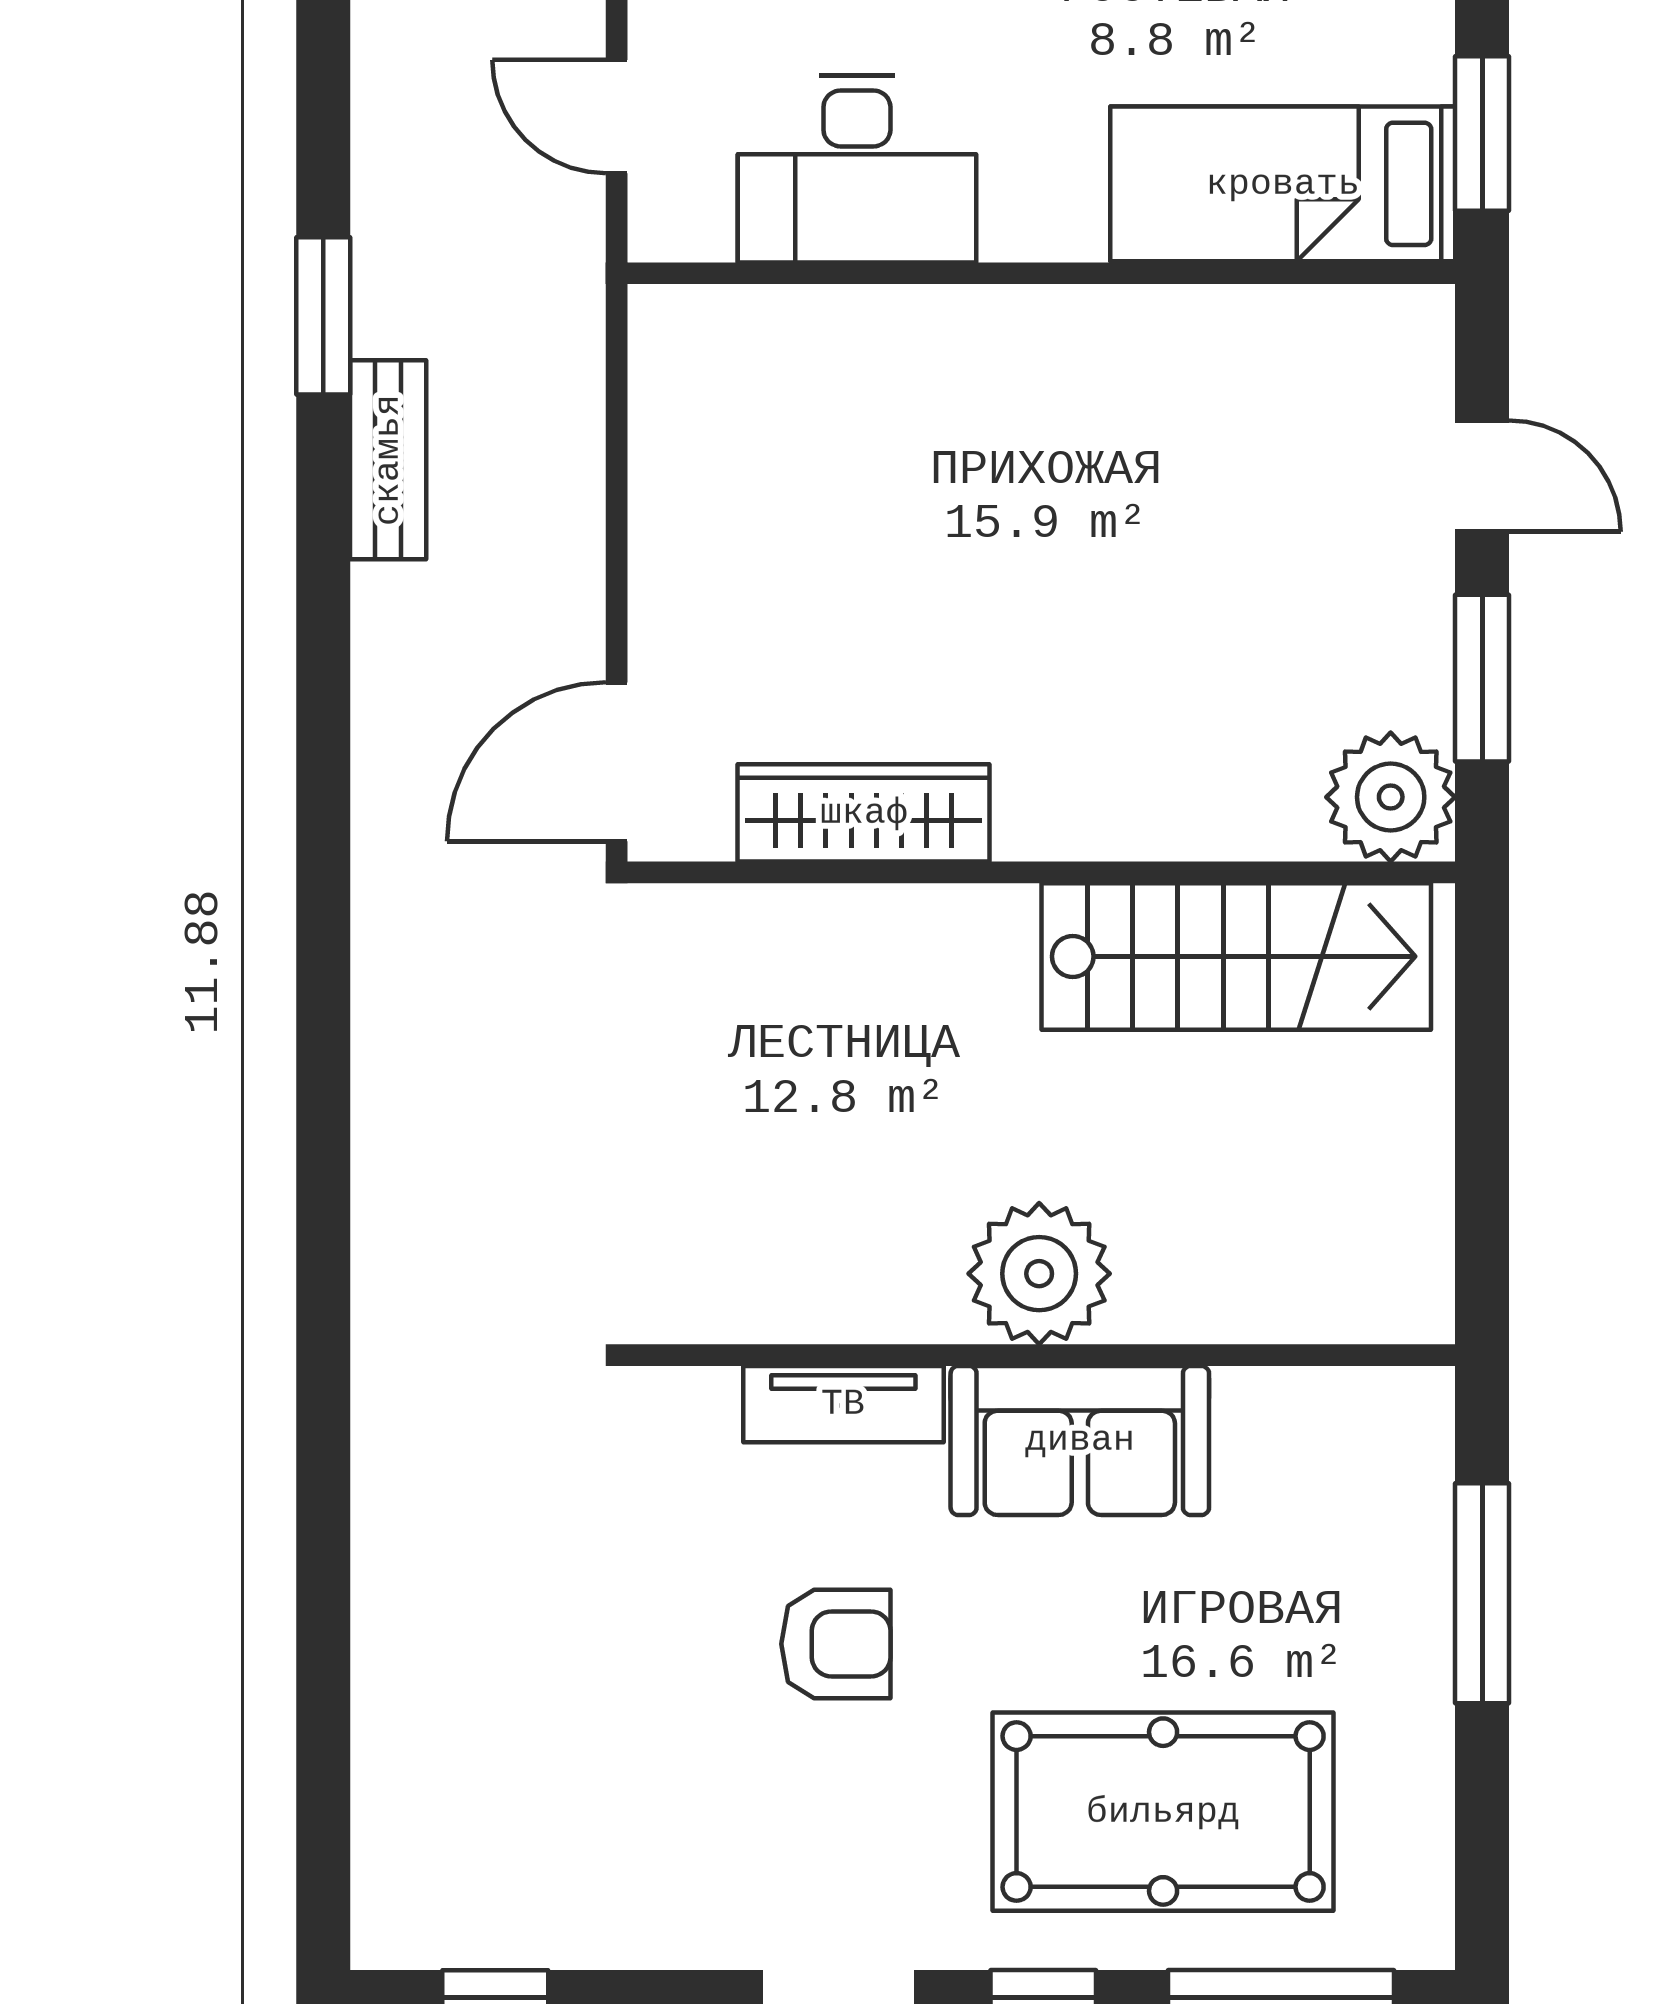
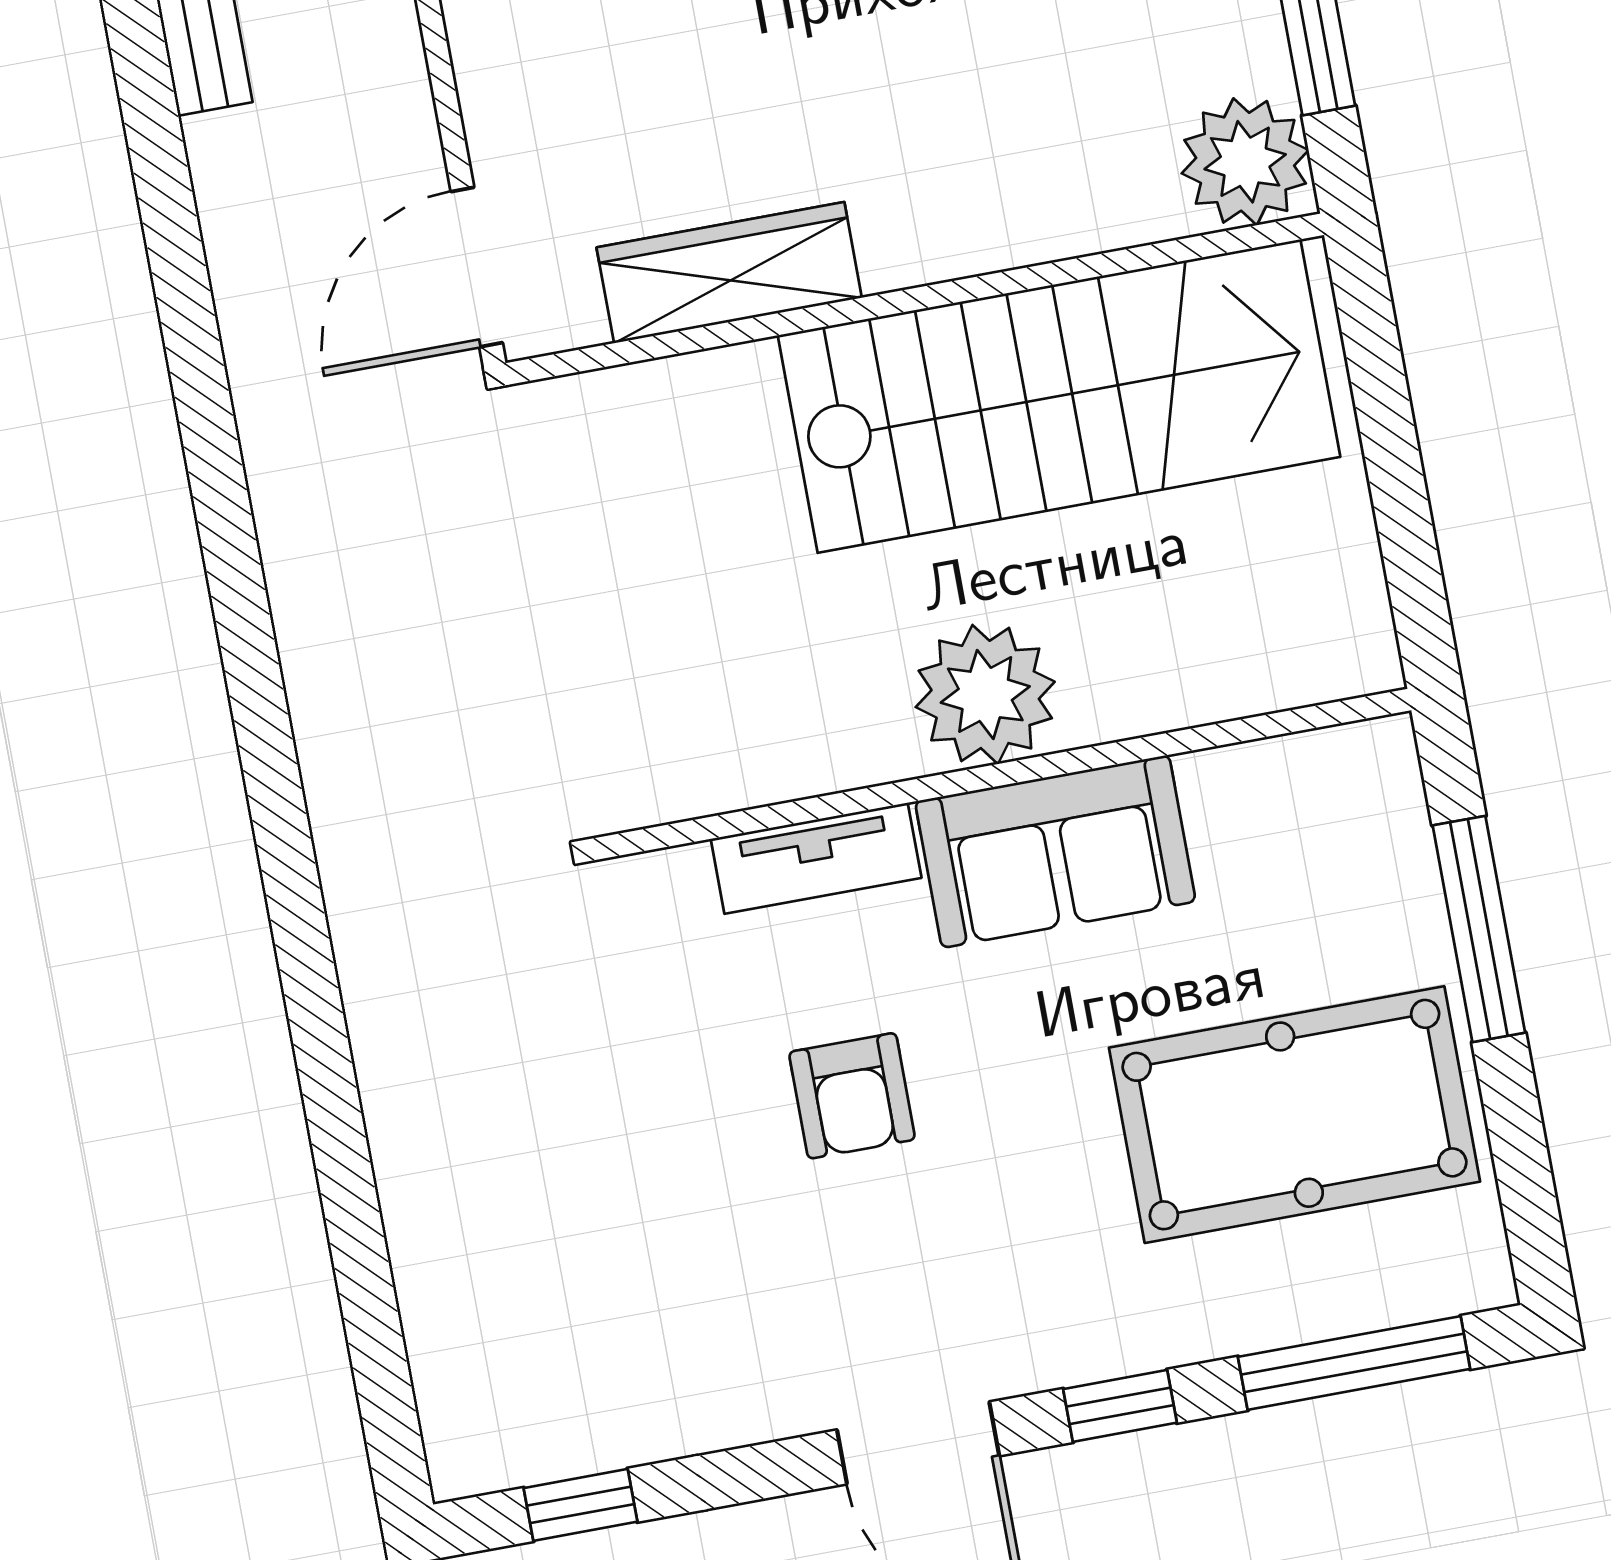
stairs: (1236, 956) -> (1059, 396), width x1.36, depth x1.51
armchair: (836, 1644) -> (852, 1096), turned 90
pool table: (1163, 1812) -> (1295, 1115), moved

